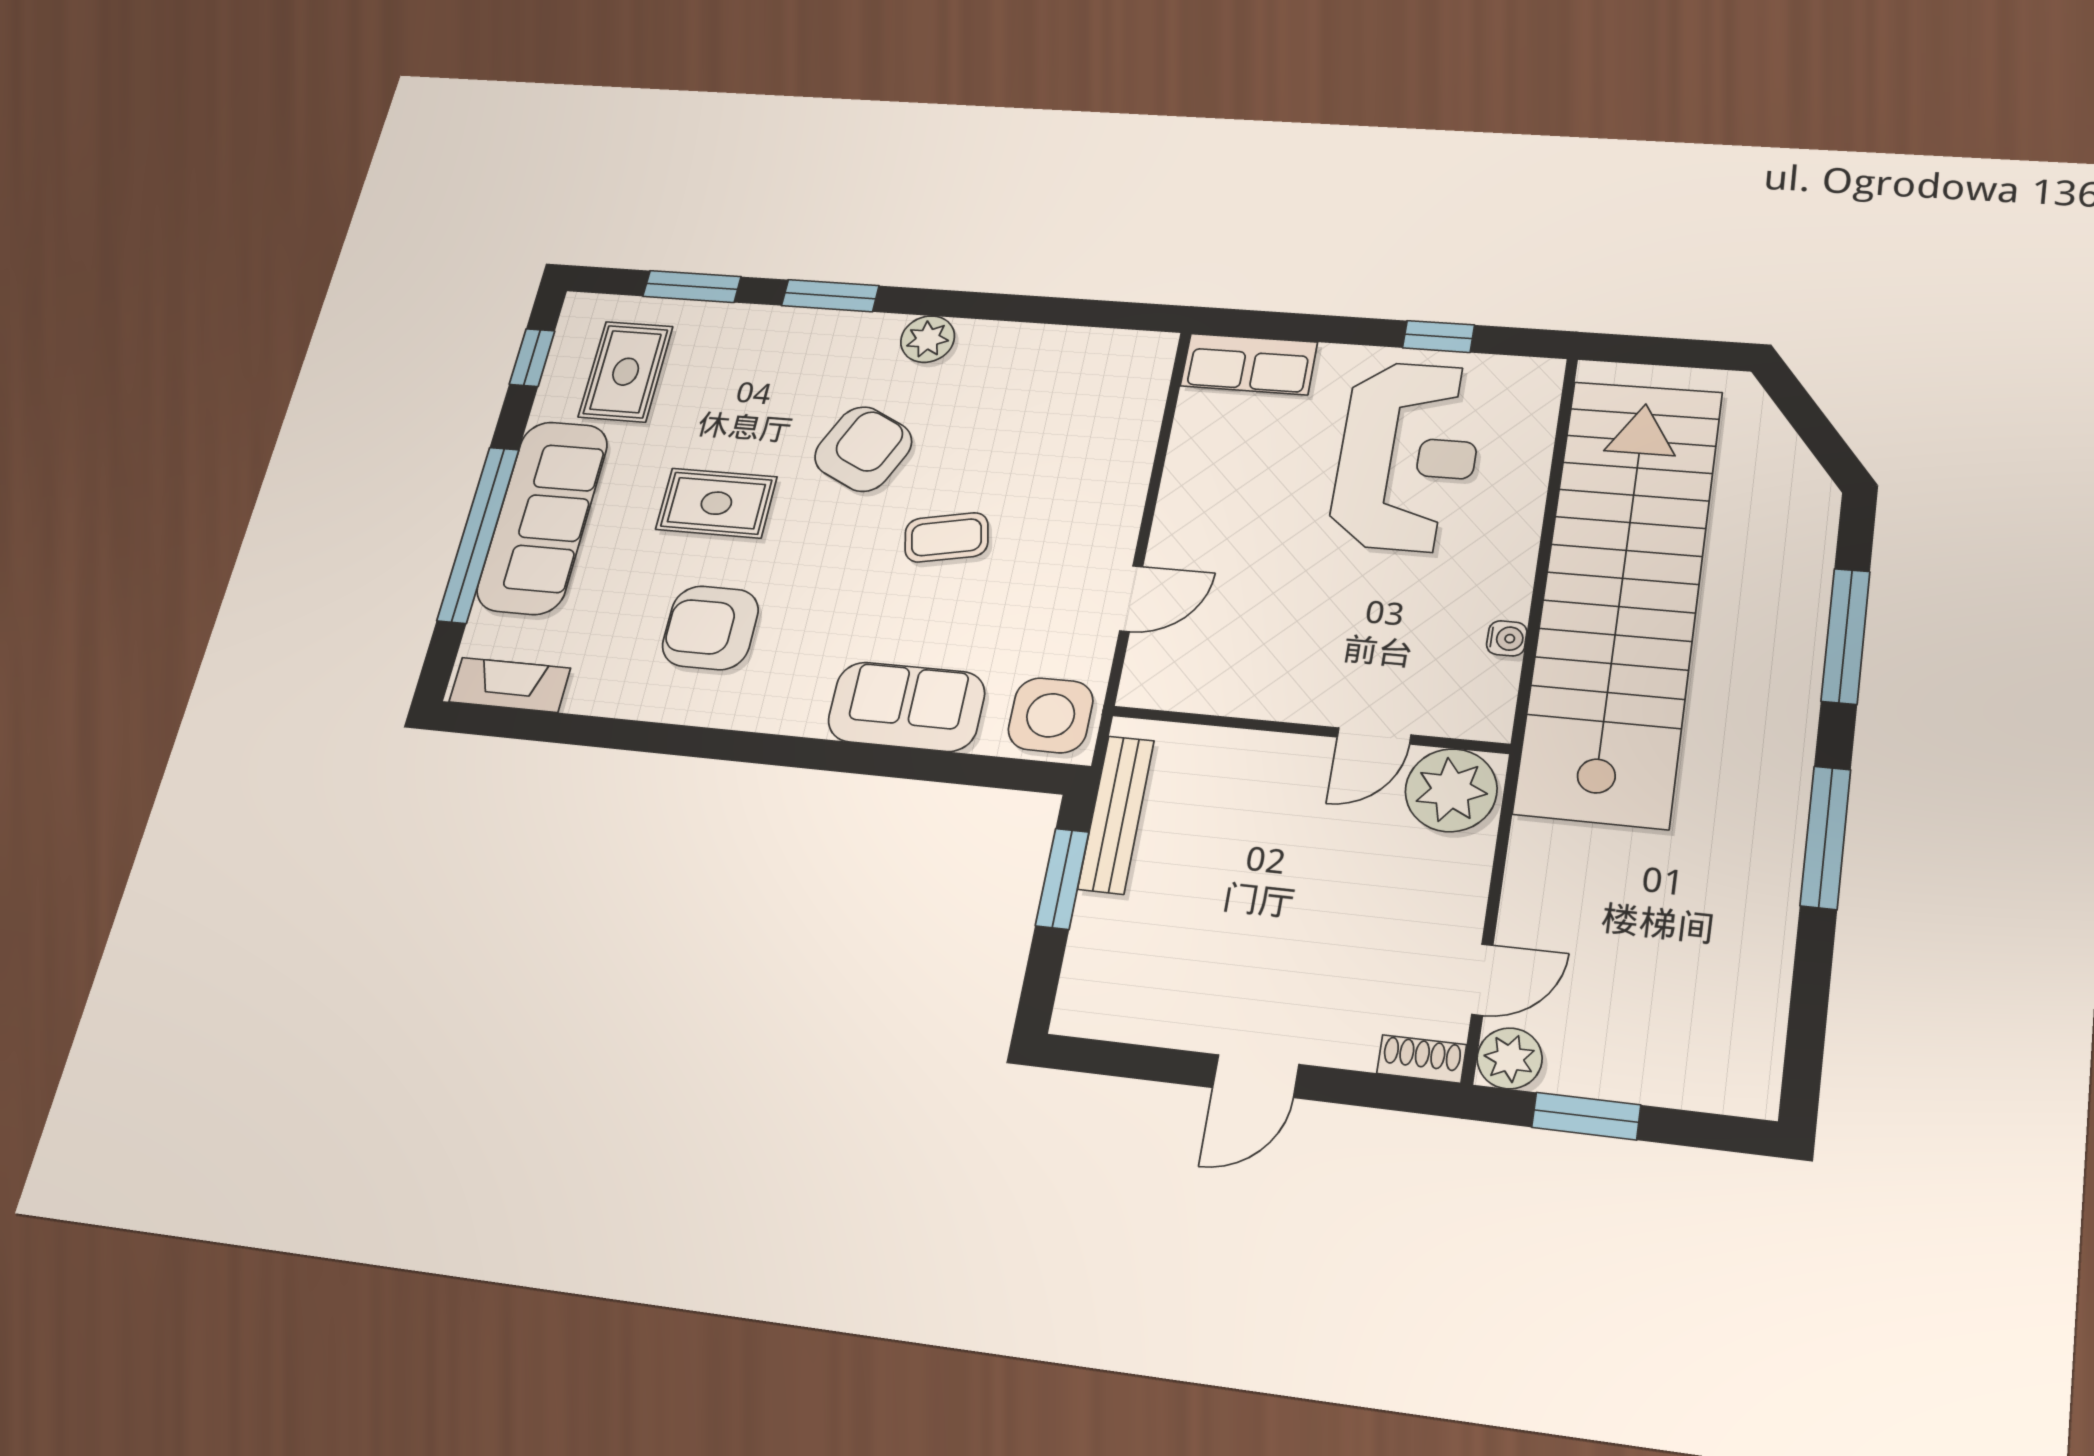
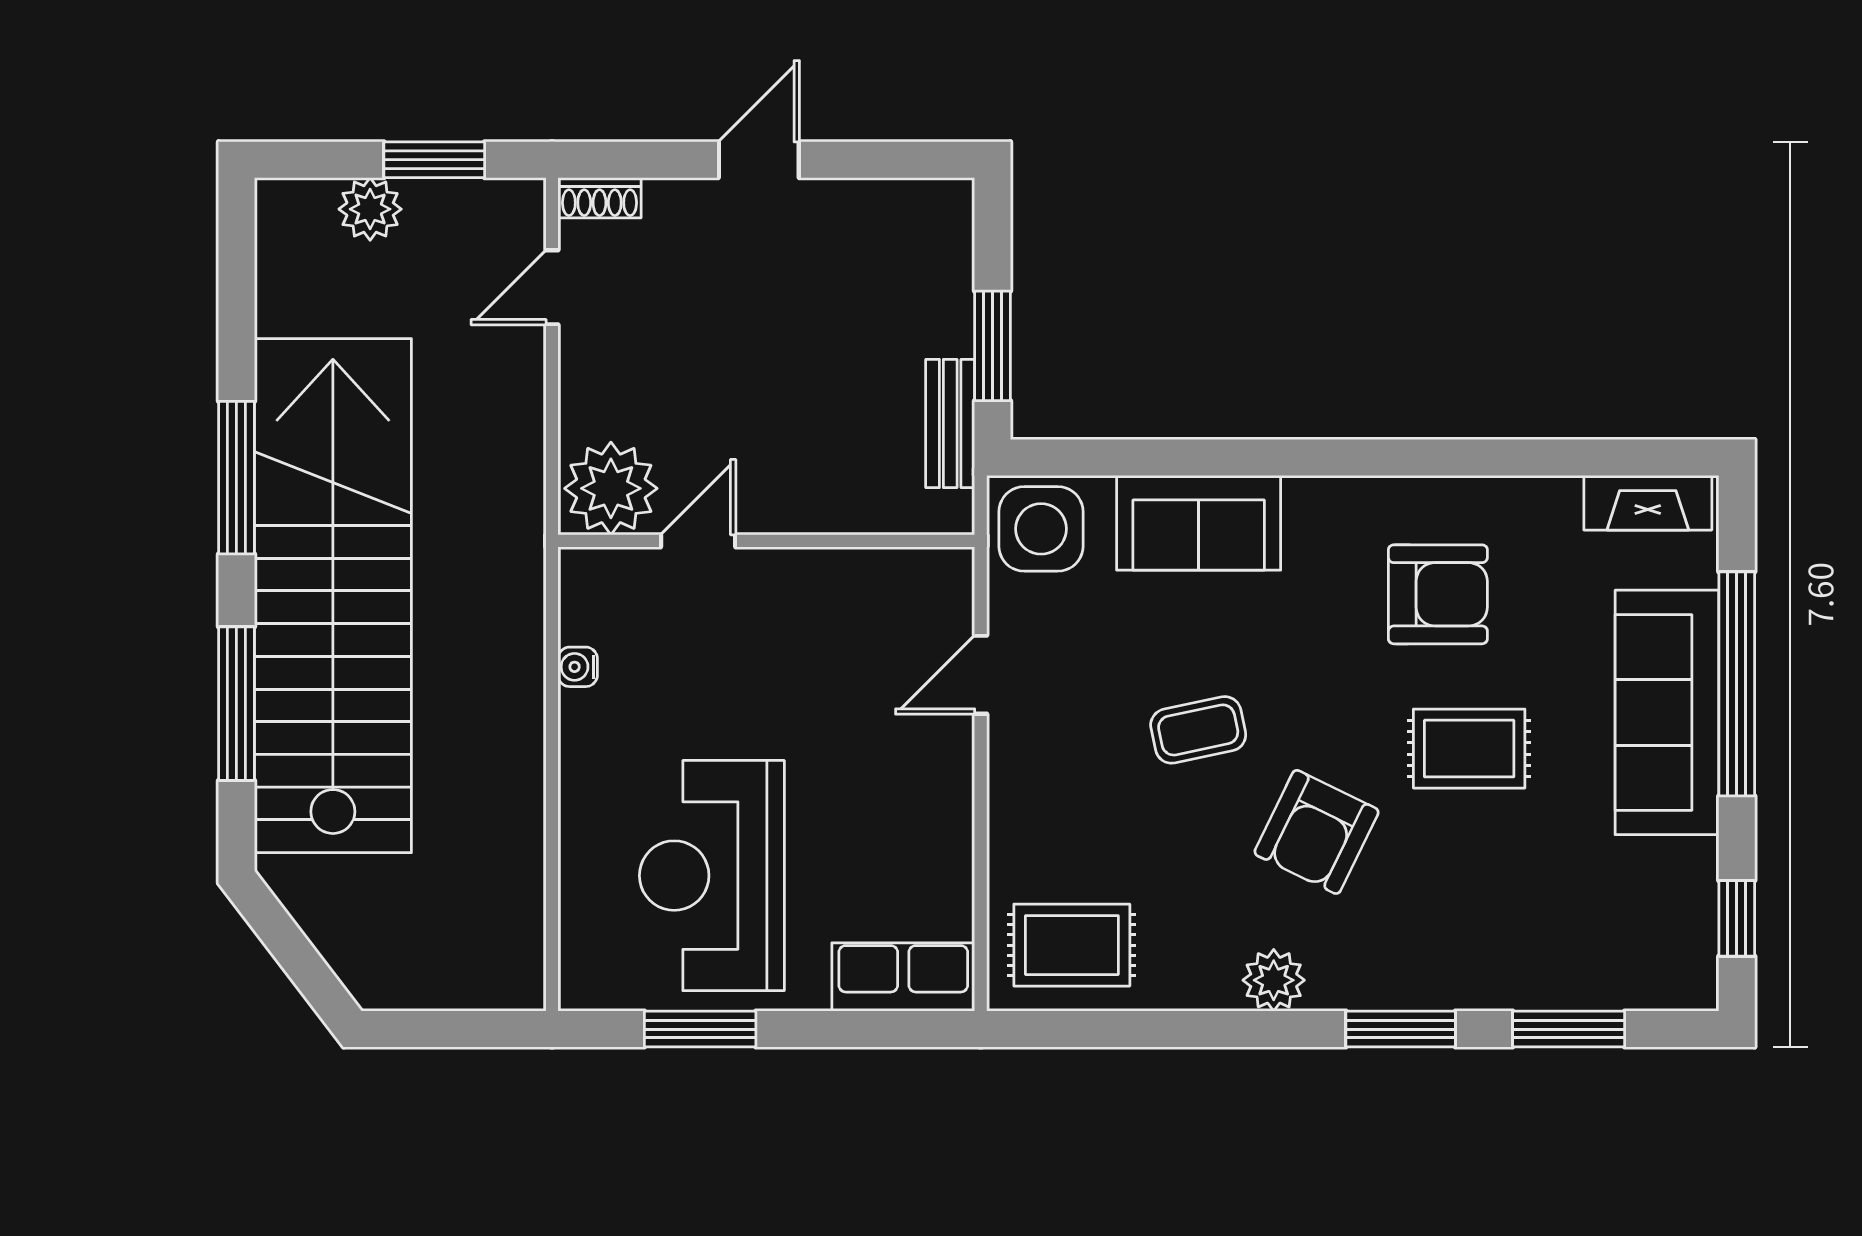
window: (1438, 336) -> (700, 1029), width x1.50
rug: (626, 372) -> (1072, 945), moved, turned 90
stairs: (1620, 598) -> (333, 596), moved, turned 180
bench: (1116, 814) -> (950, 424), width x0.73
plant: (1510, 1058) -> (370, 209), moved

